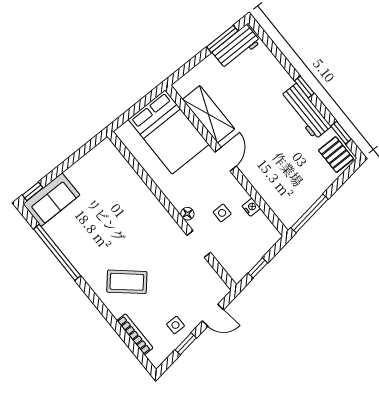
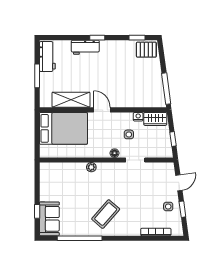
window: (222, 39) -> (37, 76), moved
workbench: (306, 111) -> (85, 47), moved, width x0.73
window: (33, 191) -> (37, 211), moved
plant: (150, 200) -> (91, 167), added
wardrobe: (264, 229) -> (155, 119), added
coffee table: (127, 282) -> (106, 214), moved

